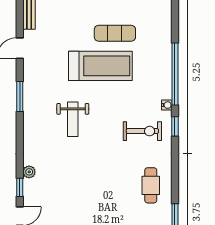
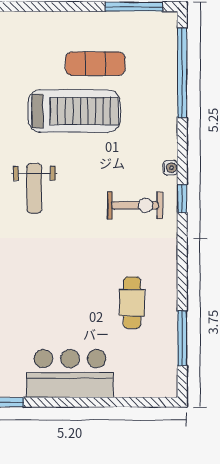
window: (175, 74) -> (182, 73), moved
cafe table: (151, 185) -> (132, 303), moved

